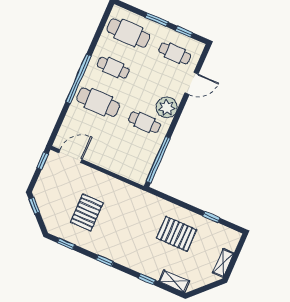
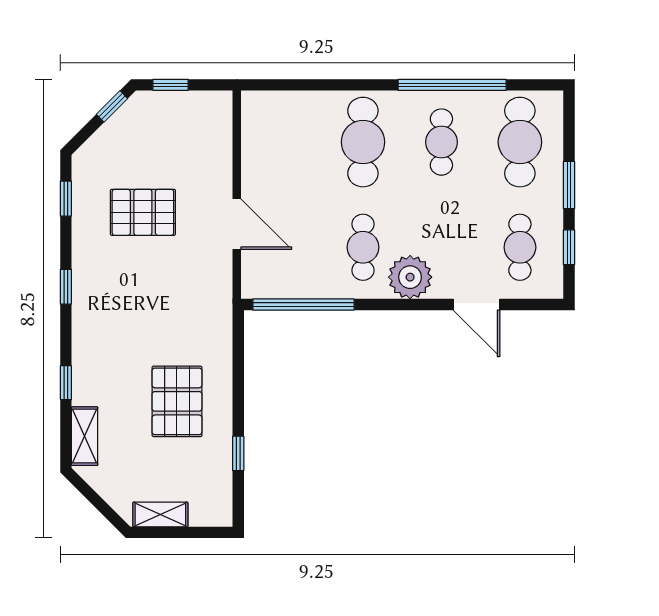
window: (78, 79) -> (452, 85), moved
door: (70, 156) -> (237, 224), moved
window: (43, 161) -> (171, 85), moved

